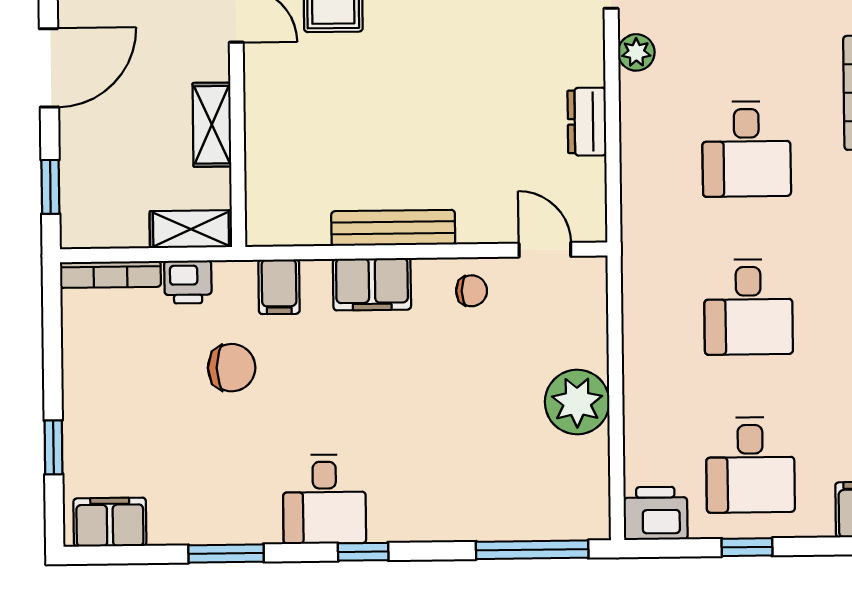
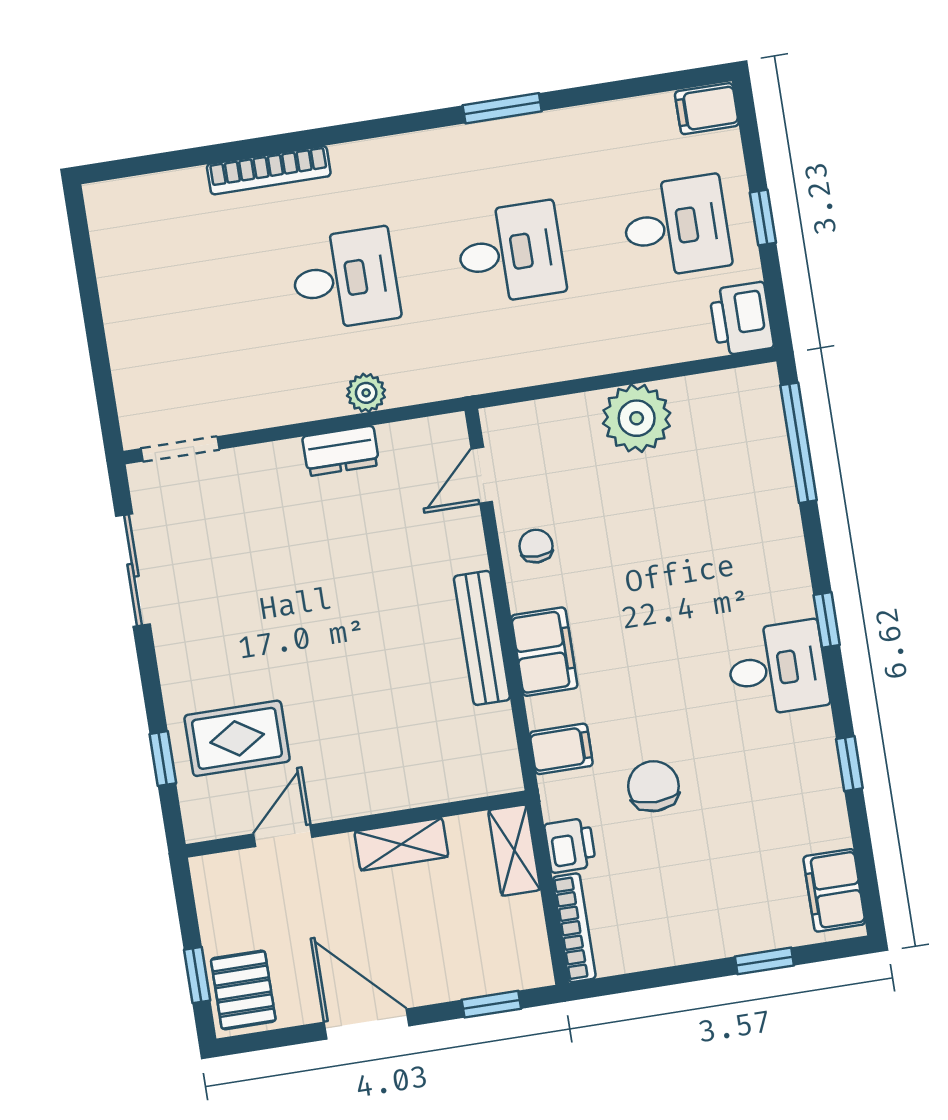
plant: (636, 52) -> (366, 393), moved
window: (226, 553) -> (849, 764), width x0.67

